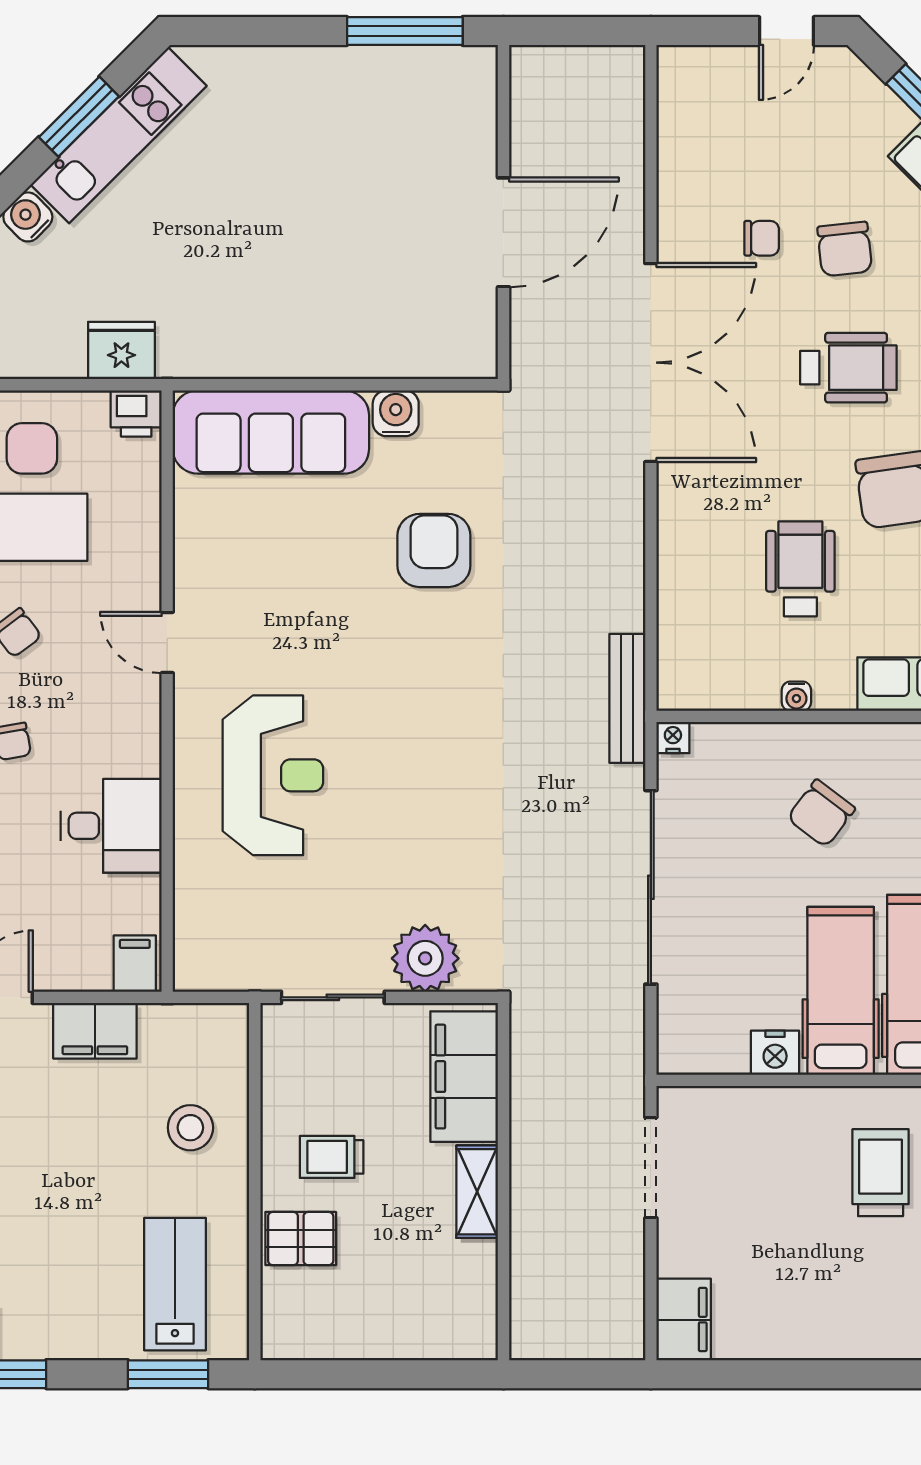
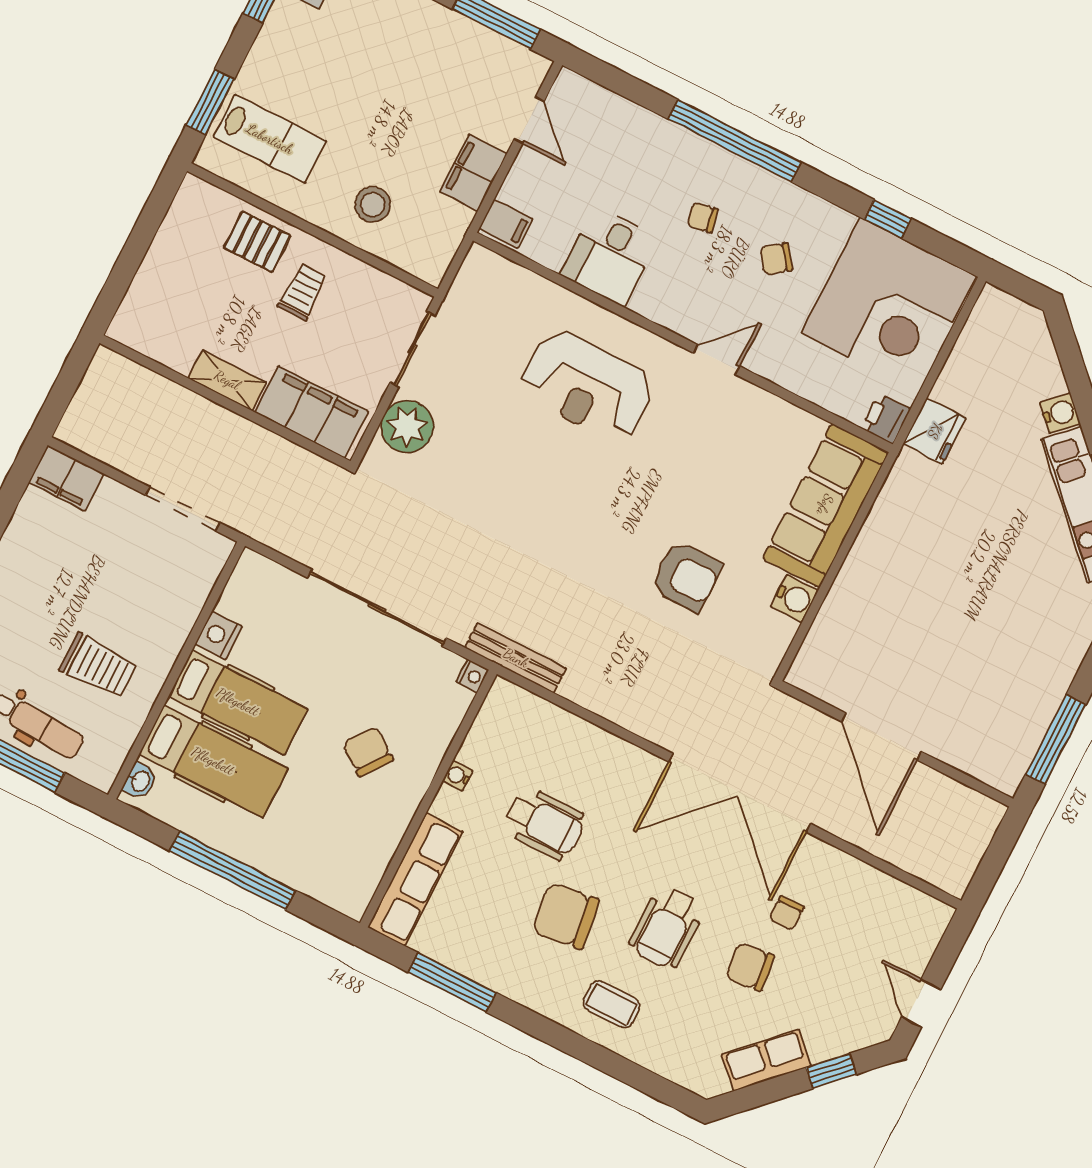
pallet: (301, 1239) -> (257, 242), turned 90

